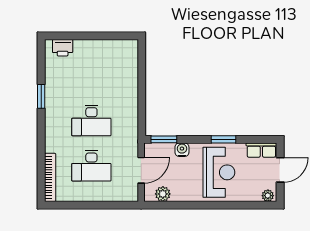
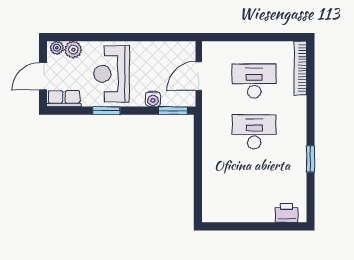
plant: (163, 194) -> (73, 50), moved

